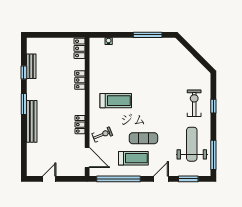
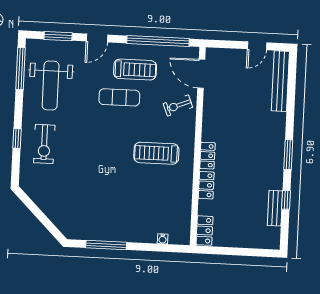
bench: (32, 121) -> (280, 81), moved
locker: (80, 125) -> (207, 156), moved
treadmill: (133, 158) -> (135, 70), turned 180

